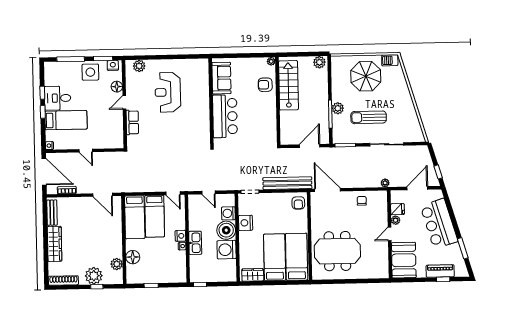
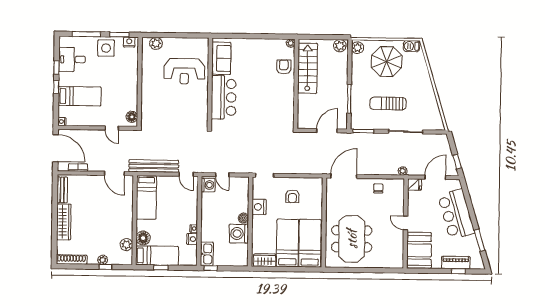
sofa: (221, 78) -> (221, 58), moved
armchair: (265, 85) -> (284, 67), turned 90
floor lamp: (117, 87) -> (132, 117), moved
reception desk: (168, 92) -> (184, 71), turned -90
desk: (58, 98) -> (72, 59), moved
door: (124, 102) -> (140, 80), removed
wall: (211, 102) -> (210, 83), moved
plant: (338, 108) -> (358, 48), moved
bar counter: (225, 116) -> (224, 97), moved
row of seats: (132, 122) -> (147, 101), removed
door: (86, 151) -> (112, 128), moved
bench: (287, 183) -> (154, 166), moved
door: (328, 190) -> (344, 176), hinge flipped
armchair: (298, 203) -> (292, 196), moved
fridge: (397, 209) -> (415, 185), moved
washing machine: (228, 213) -> (208, 185), moved, turned 180
bed: (155, 216) -> (157, 256), moved, turned -90
plant: (396, 220) -> (412, 209), removed
boiler: (226, 230) -> (243, 218), width x0.54, depth x0.54
door: (390, 234) -> (406, 223), hinge flipped
nightstand: (180, 236) -> (192, 239), moved
kitchen sink: (195, 243) -> (207, 254), moved
meeting table: (337, 251) -> (352, 239), turned 90
plant: (94, 276) -> (103, 260), width x0.53, depth x0.53

